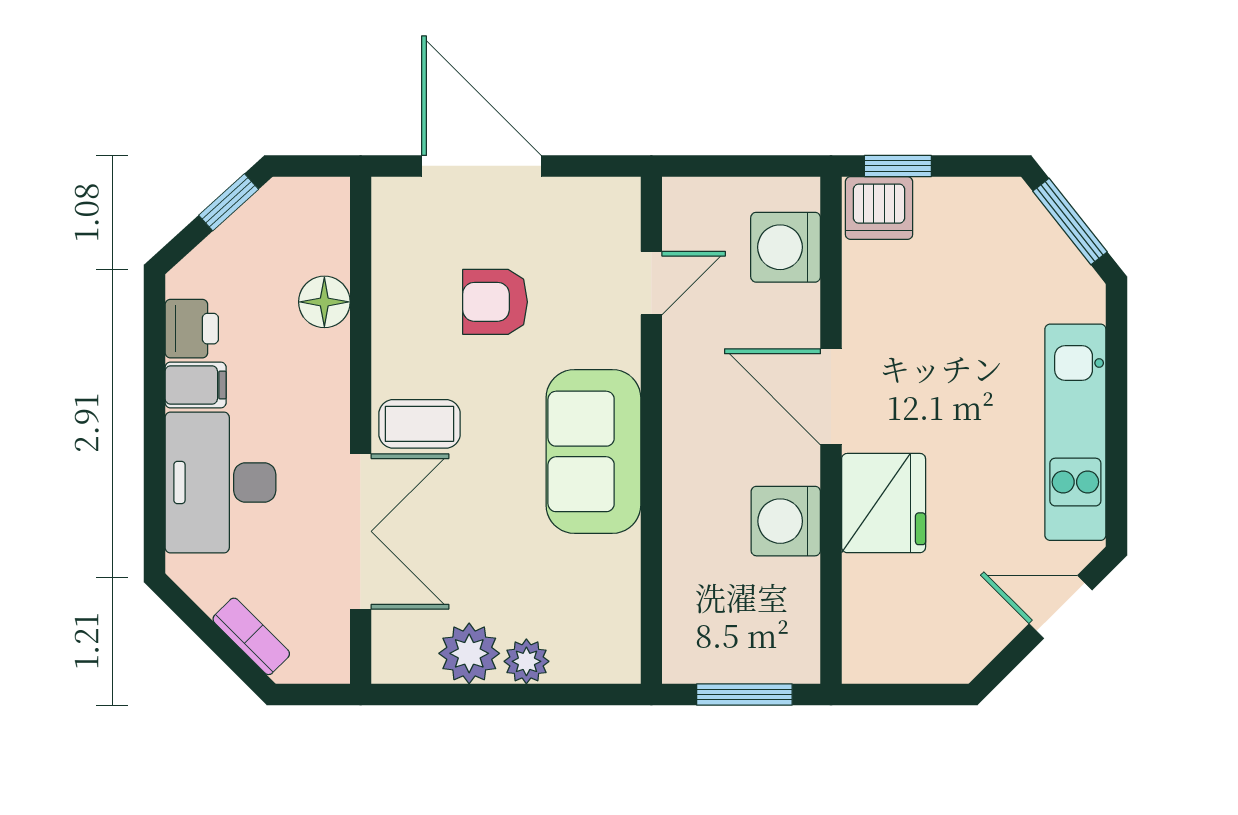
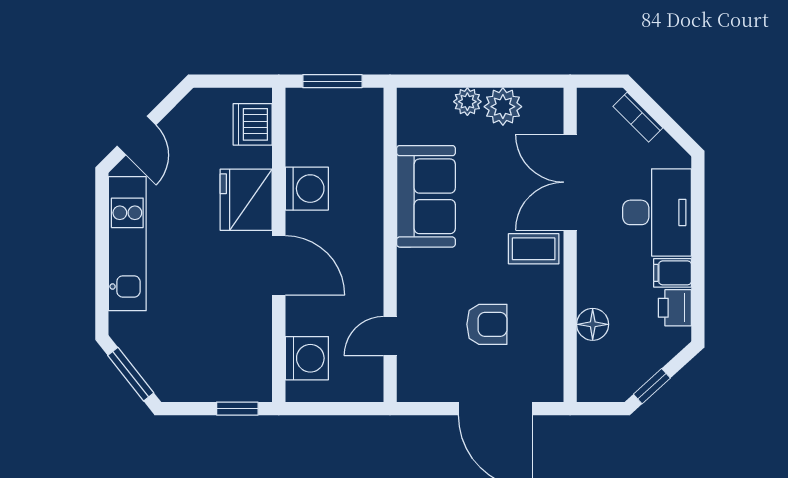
dishwasher: (879, 208) -> (253, 124), moved, turned -90
sofa: (593, 451) -> (426, 196), moved
door: (1061, 607) -> (136, 135), hinge flipped

